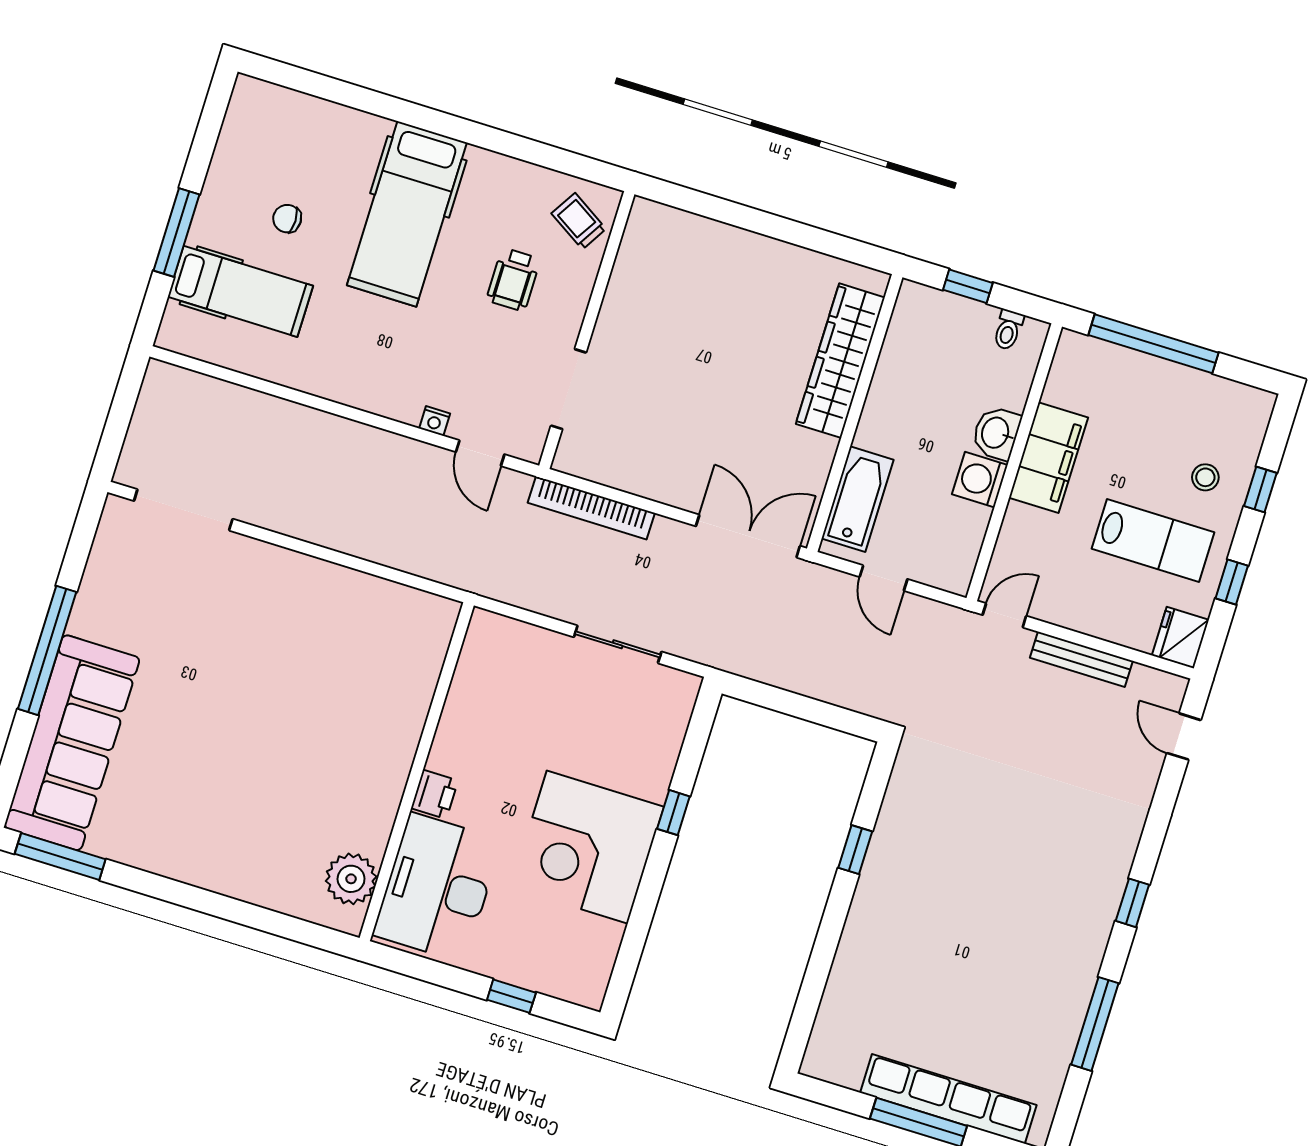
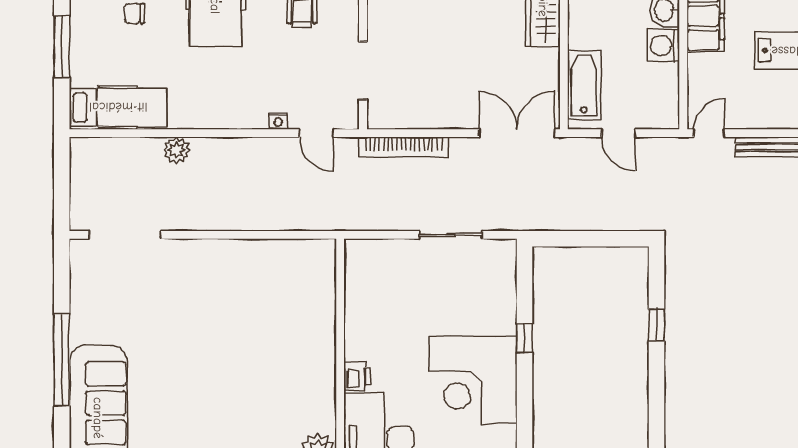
hospital bed: (240, 291) -> (118, 107), moved
plant: (287, 418) -> (177, 150), added

